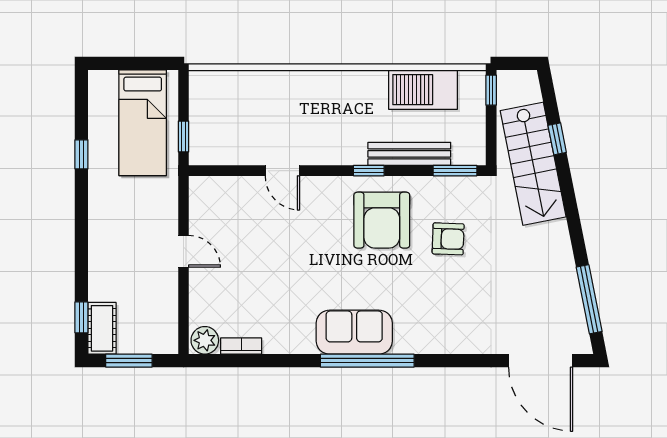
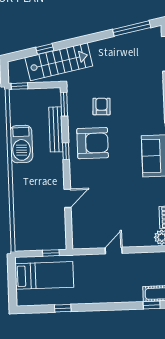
barbecue: (423, 90) -> (21, 144), moved

